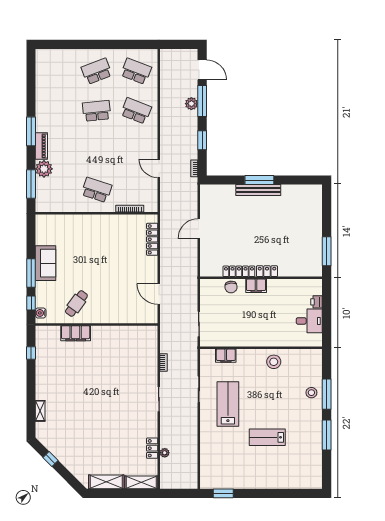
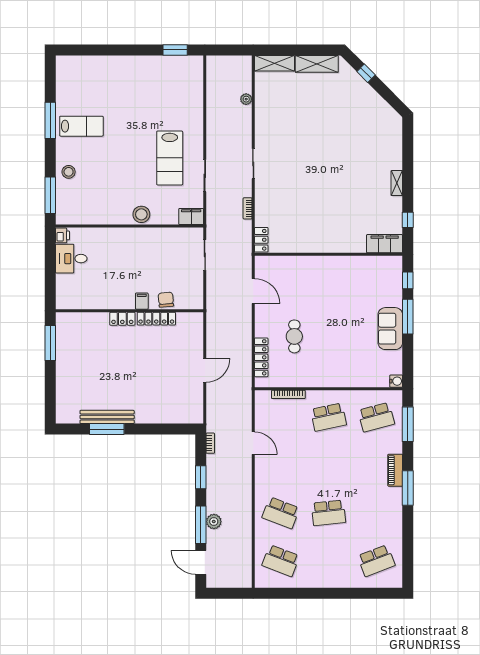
school desk: (97, 71) -> (376, 561), moved
plant: (44, 169) -> (392, 443), removed
window: (259, 180) -> (107, 429), moved
school desk: (57, 190) -> (376, 417), added
school desk: (97, 190) -> (329, 417), turned -30
bench: (258, 190) -> (107, 417), moved
filing cabinet: (256, 286) -> (142, 301), width x0.50
printer: (317, 302) -> (62, 235), moved
cafe table: (76, 304) -> (294, 336), moved, turned -36
water cooler: (41, 313) -> (396, 381), moved
filing cabinet: (76, 333) -> (385, 244), moved
filing cabinet: (226, 356) -> (191, 217), moved
stool: (274, 362) -> (141, 214), moved
window: (327, 394) -> (50, 195), moved
shelving: (40, 411) -> (397, 183), moved
lab bench: (267, 437) -> (81, 126), moved
locker: (152, 448) -> (261, 240), moved
window: (50, 459) -> (366, 73), moved

